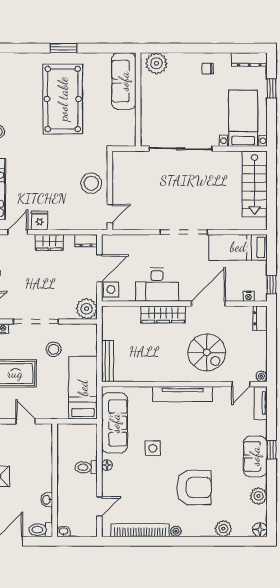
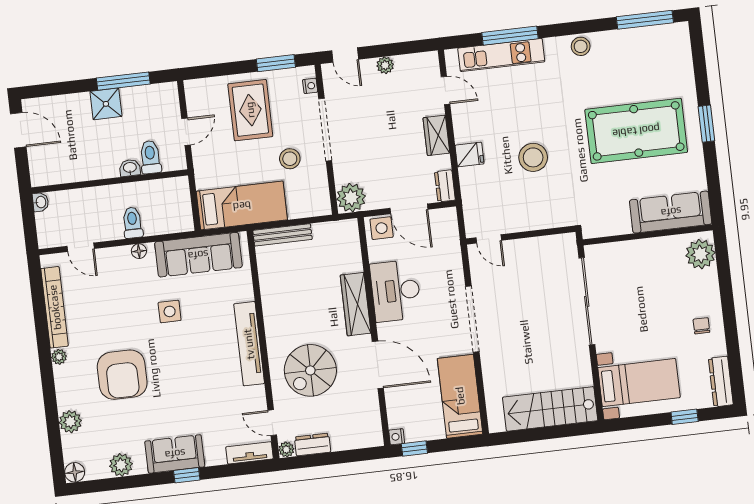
stool: (91, 183) -> (533, 157), moved
wall: (110, 190) -> (521, 235), moved
door: (110, 214) -> (489, 239), moved
fridge: (40, 220) -> (470, 154), moved
nightstand: (249, 296) -> (397, 437), moved
dresser: (260, 318) -> (313, 445), moved
washbasin: (47, 500) -> (130, 168), moved
toilet: (41, 530) -> (150, 157), moved

